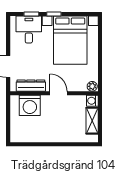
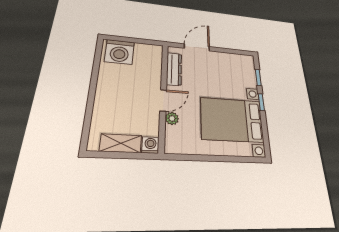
desk: (29, 30) -> (241, 73), removed
plant: (92, 86) -> (172, 118), moved
washing machine: (30, 105) -> (120, 52), moved, turned -90

